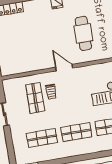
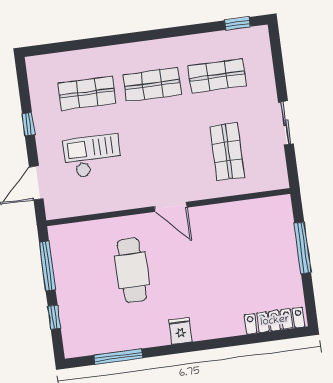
trolley: (51, 92) -> (197, 162), removed

